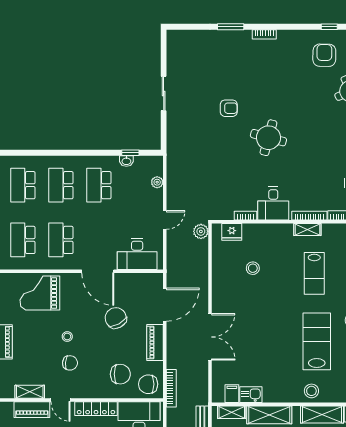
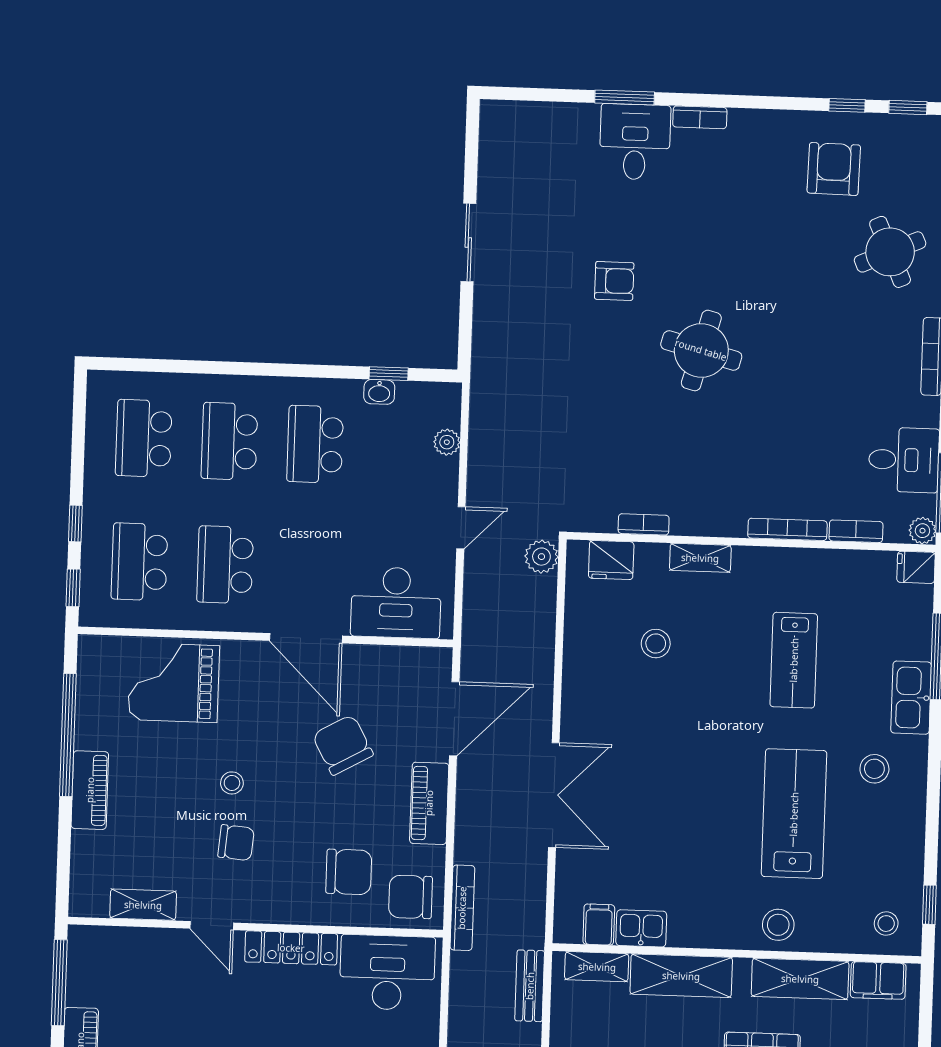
desk: (273, 203) -> (635, 142), moved, turned 180
shelving: (307, 230) -> (700, 558), moved
piano: (32, 410) -> (147, 945), removed

